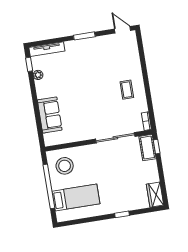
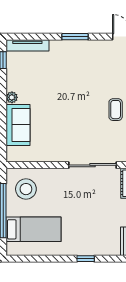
plant: (38, 75) -> (12, 97), moved

